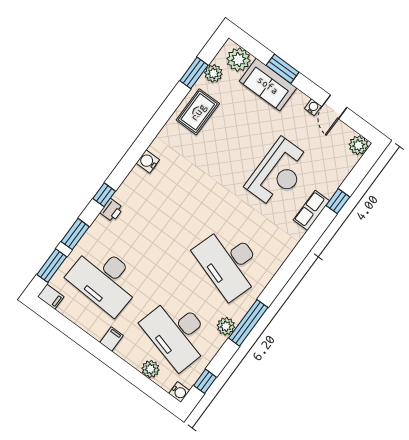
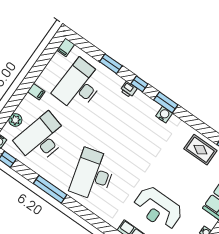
desk: (229, 263) -> (93, 175), turned -33
window: (52, 266) -> (166, 102), moved
plant: (226, 326) -> (47, 173), removed

